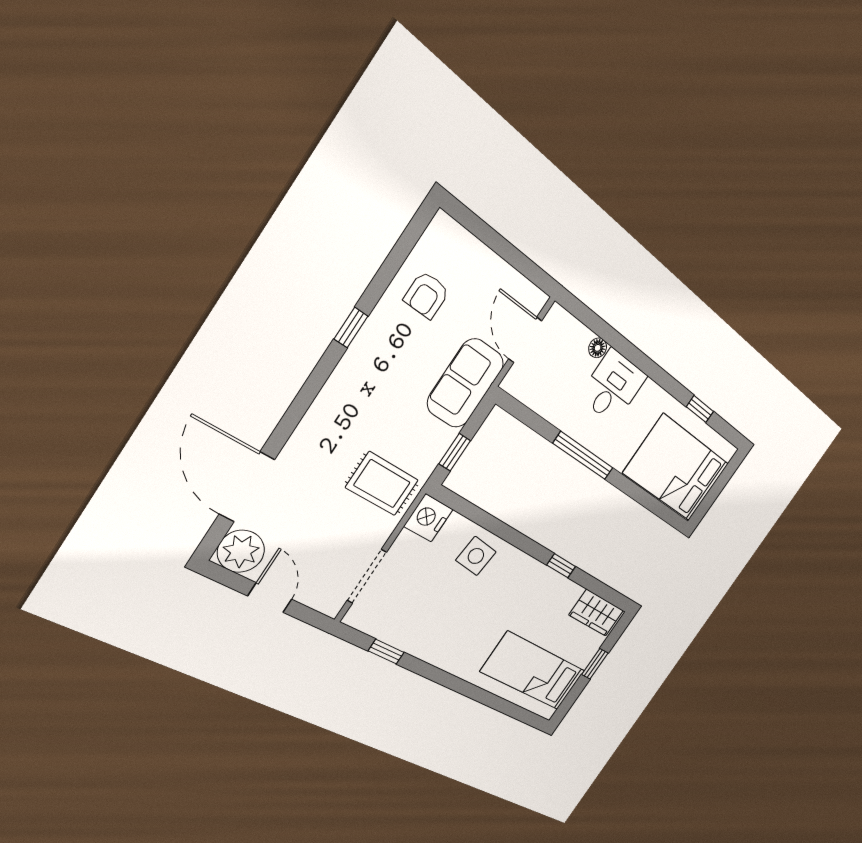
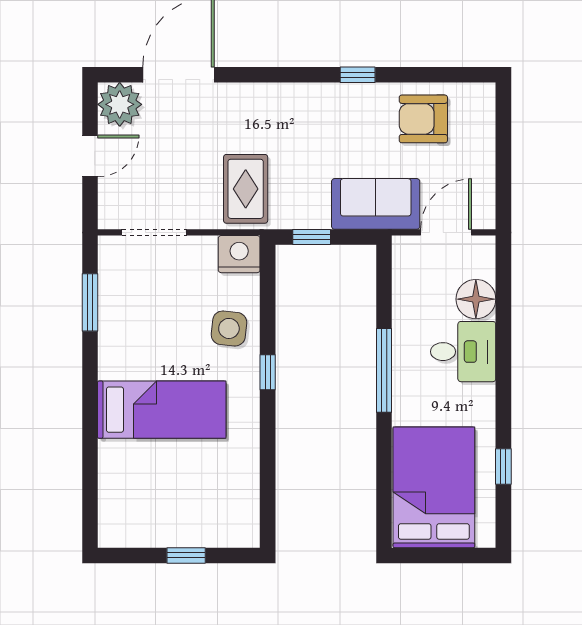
armchair: (427, 295) -> (423, 119), width x1.38, depth x1.38
floor lamp: (598, 348) -> (476, 299), width x1.89, depth x1.89
window: (561, 566) -> (268, 372), moved
wardrobe: (596, 613) -> (241, 512), removed
window: (386, 652) -> (90, 302), width x1.50
bed: (533, 671) -> (162, 410), moved, turned 90

